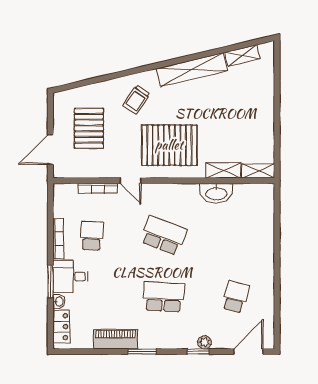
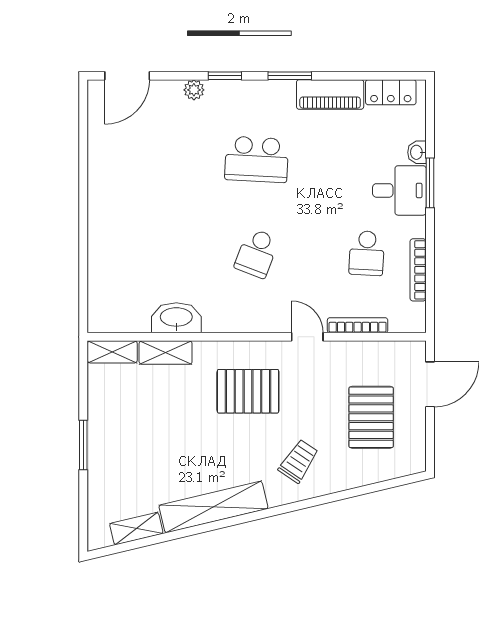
window: (277, 110) -> (83, 445), added
pallet: (169, 145) -> (248, 391), width x0.73, depth x0.71
school desk: (164, 236) -> (257, 253), width x0.54
bookcase: (58, 239) -> (418, 270), moved
school desk: (236, 297) -> (147, 159), removed
locker: (61, 327) -> (391, 92), moved, turned -90
window: (198, 352) -> (225, 76), moved

